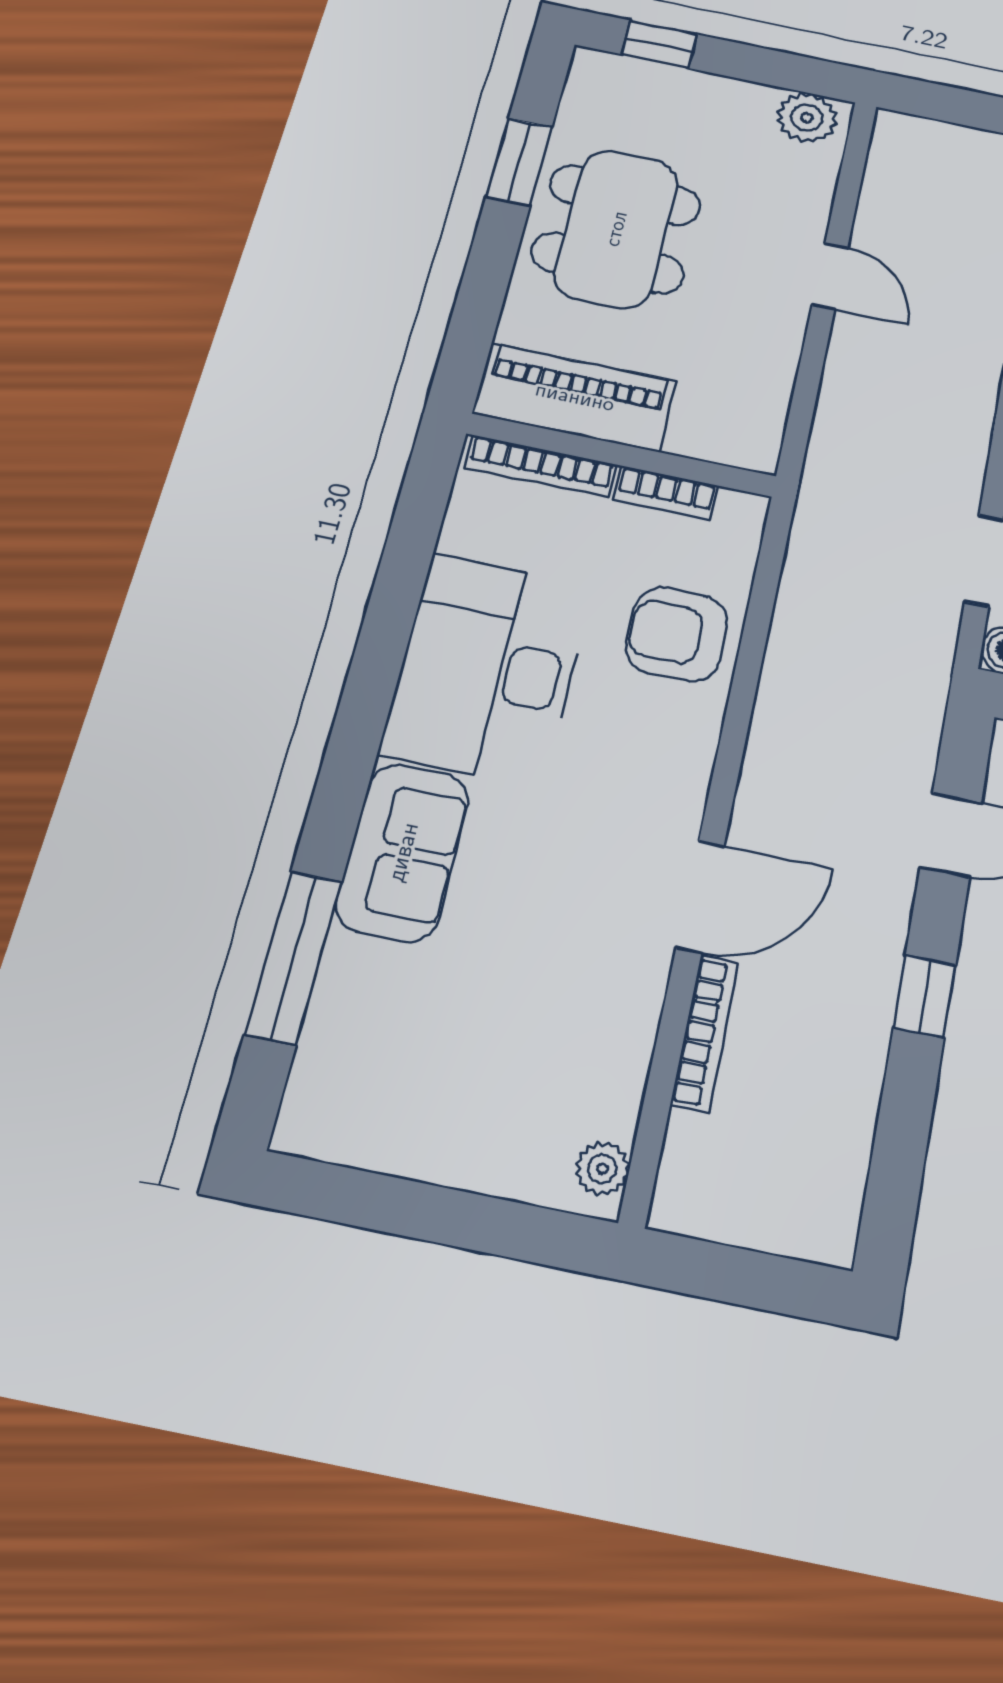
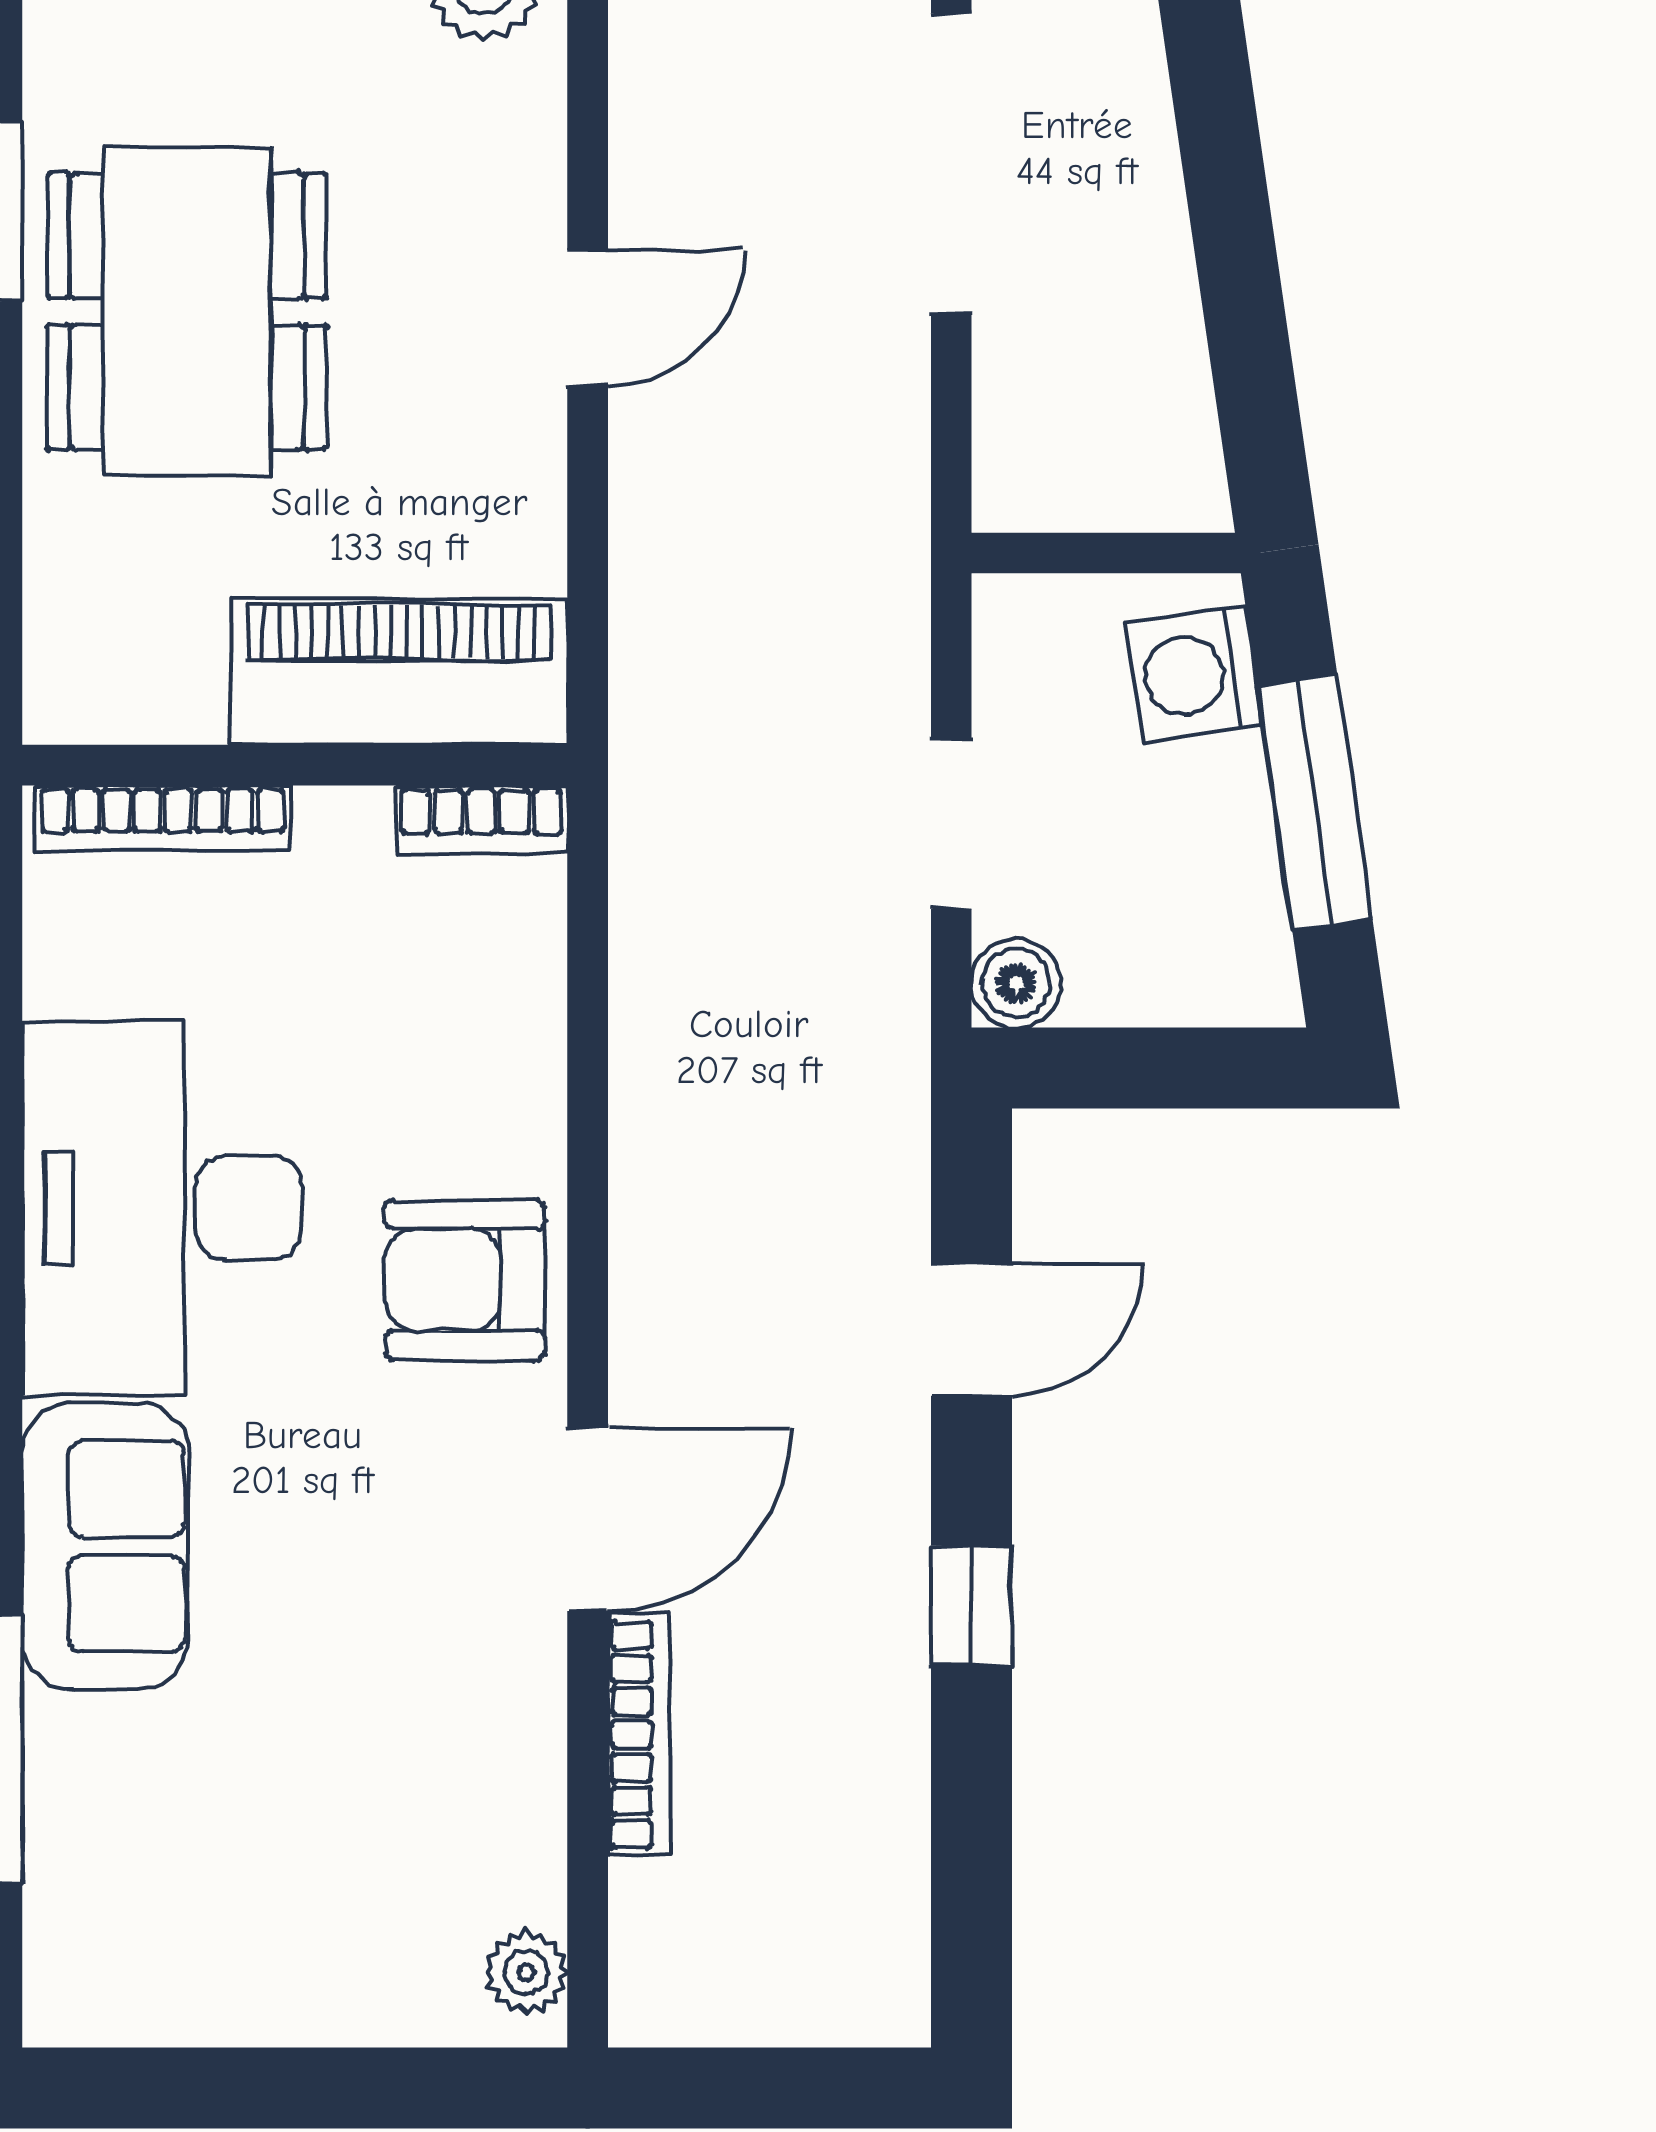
door: (830, 276) -> (588, 318), hinge flipped
piano: (575, 397) -> (399, 672), moved
bookcase: (666, 493) -> (482, 820), moved
armchair: (677, 634) -> (465, 1280), moved

